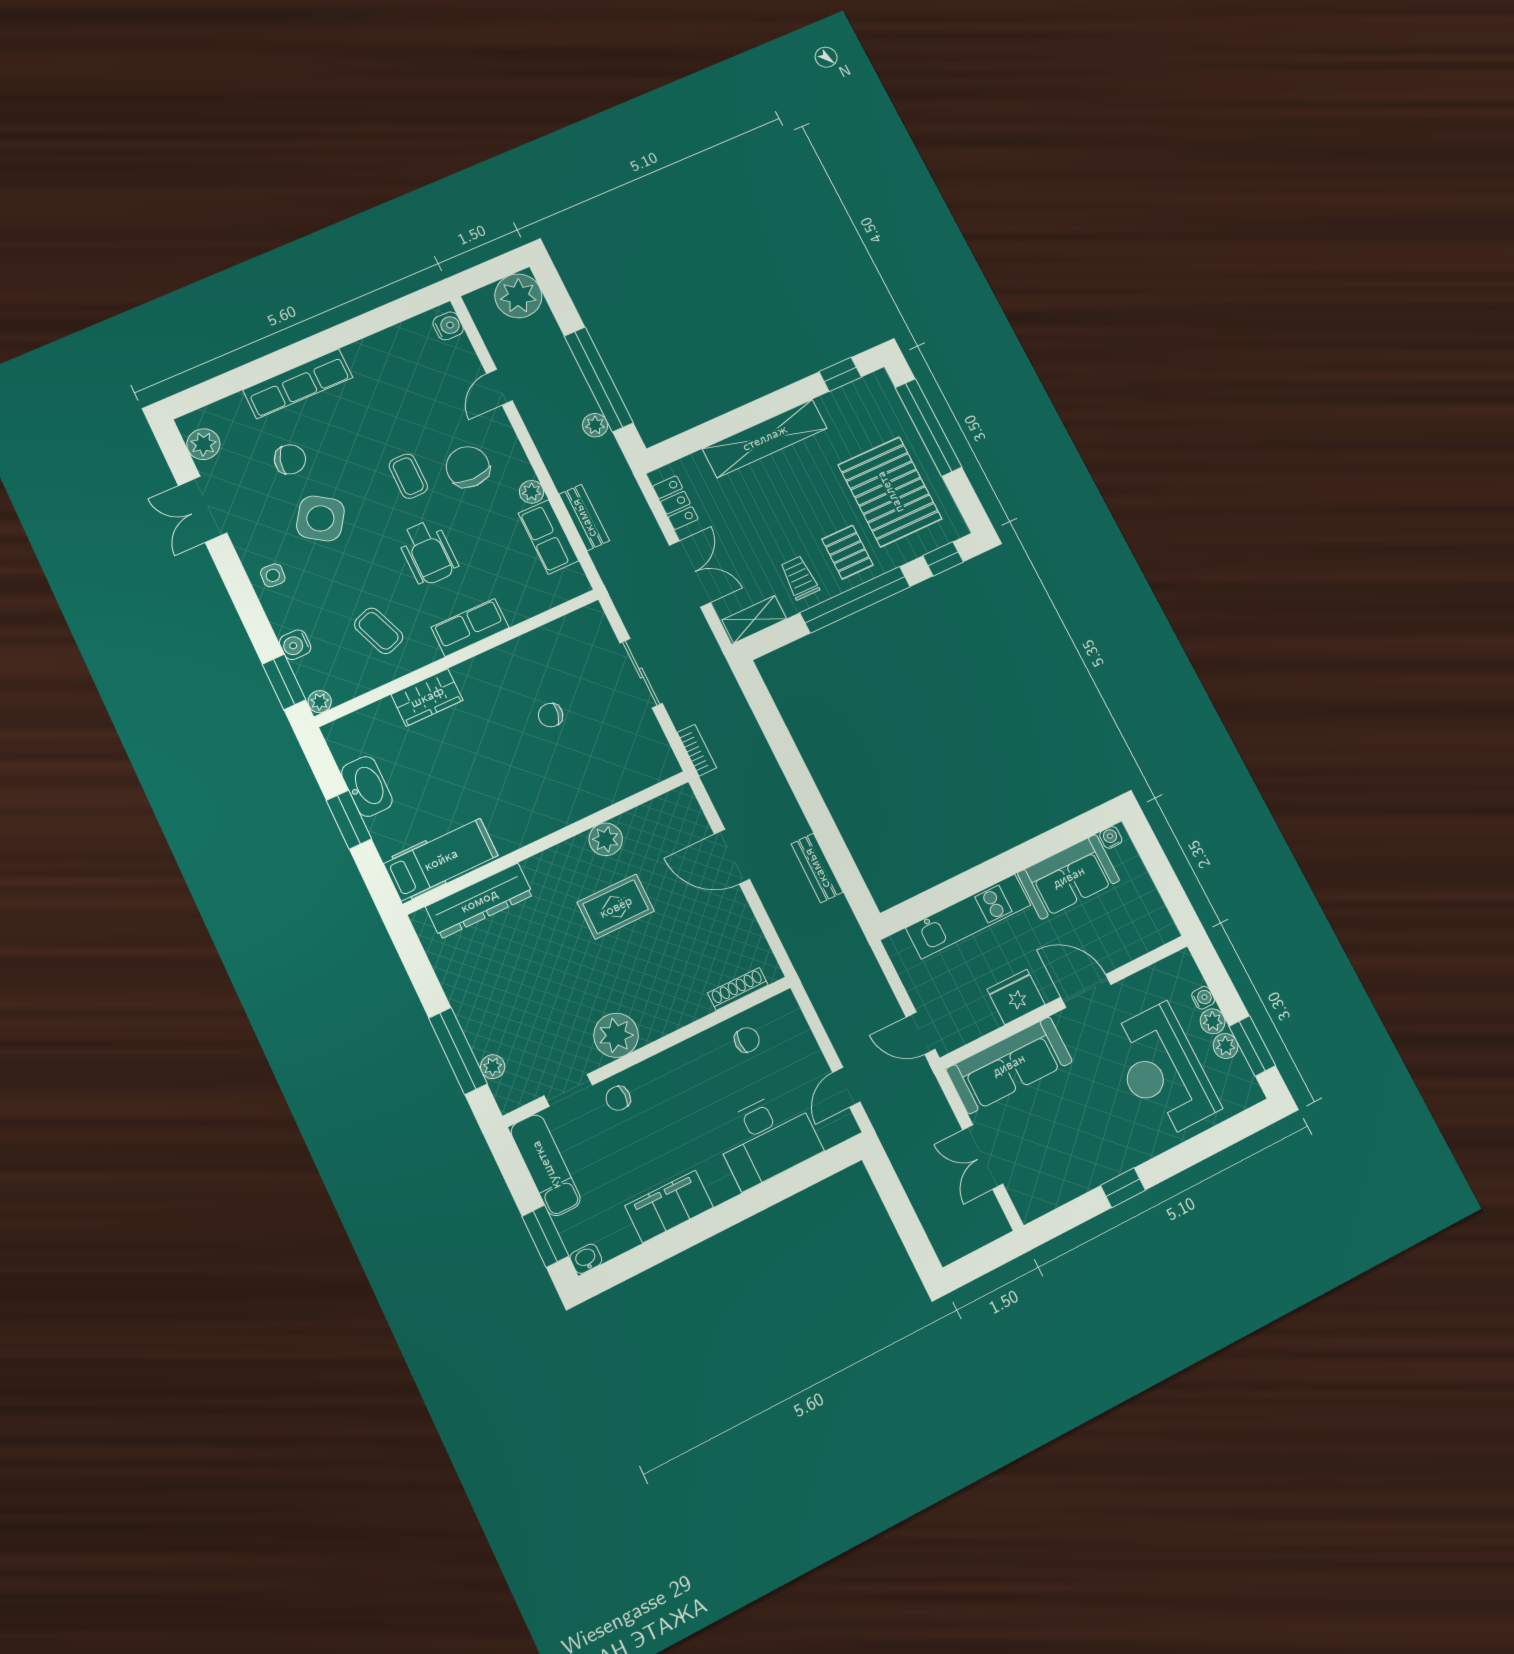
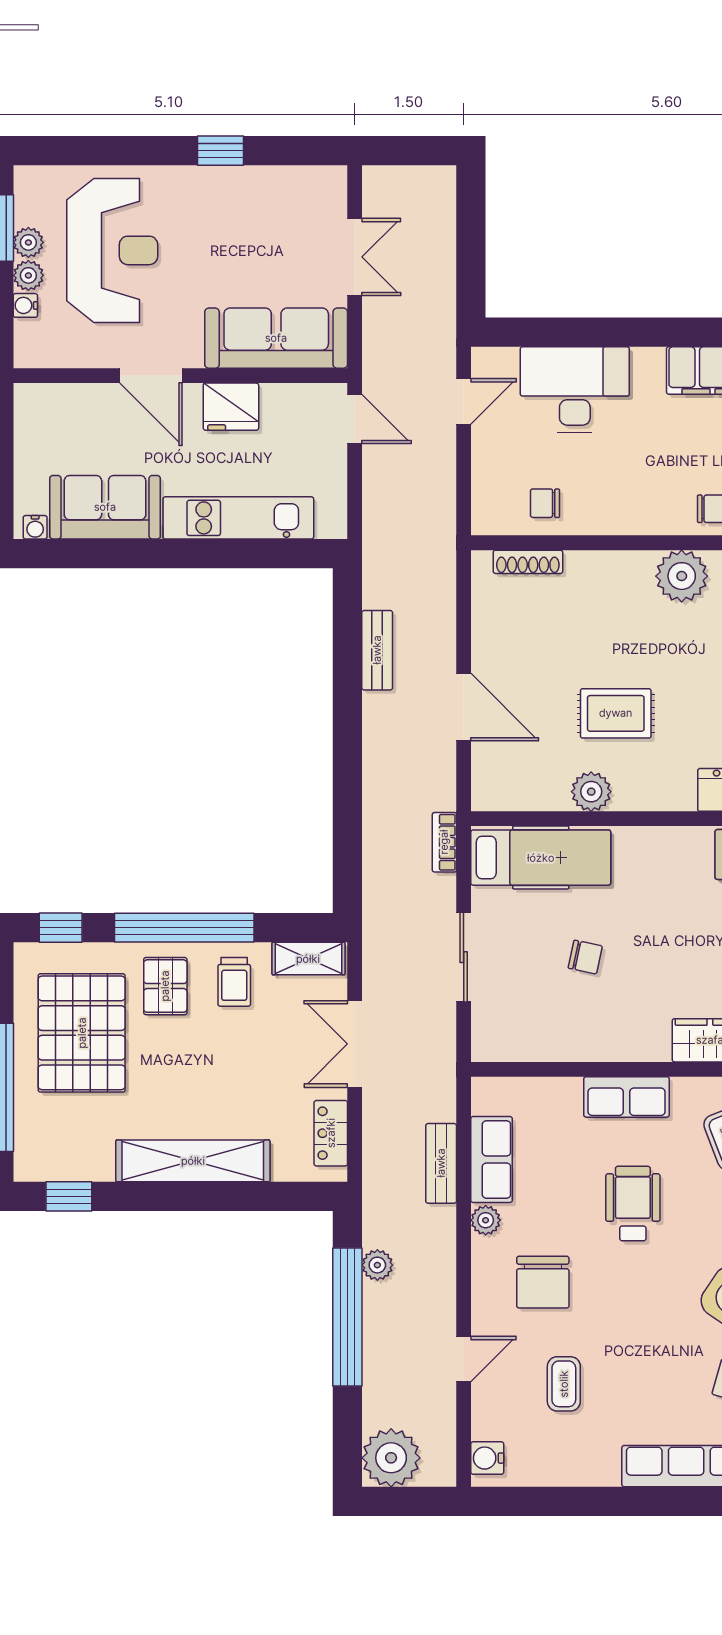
coffee table: (408, 476) -> (564, 1384), moved
hospital bed: (620, 773) -> (541, 858), added

